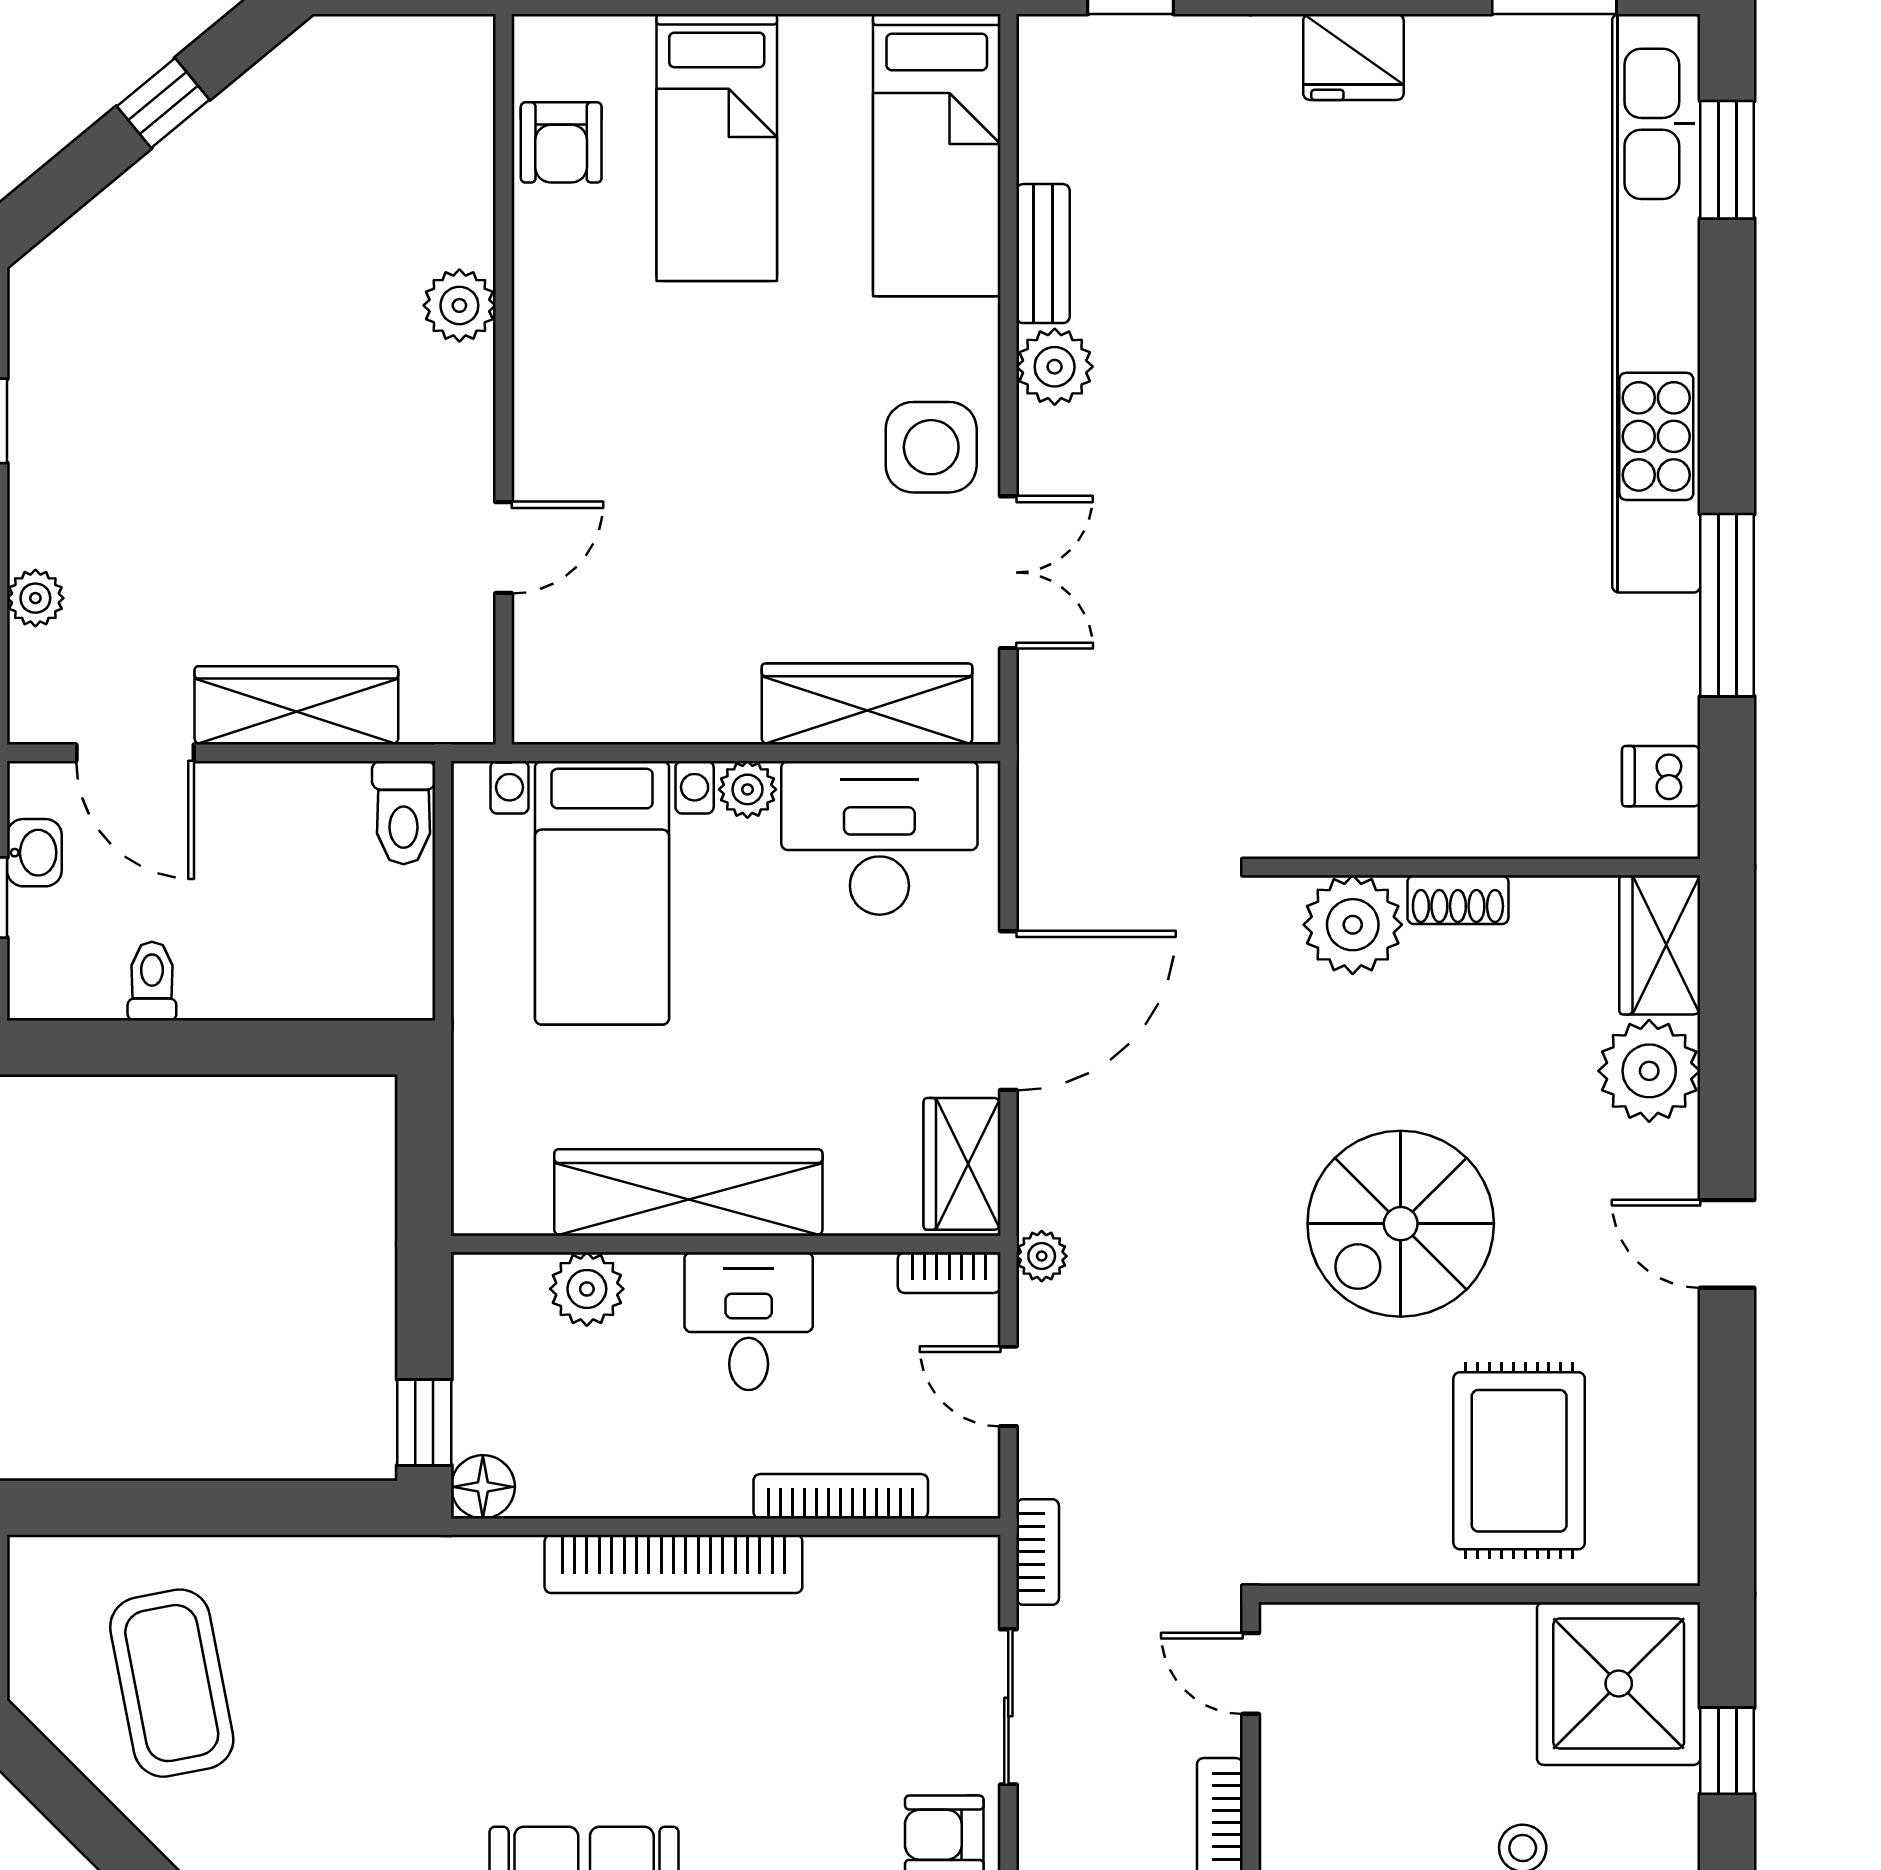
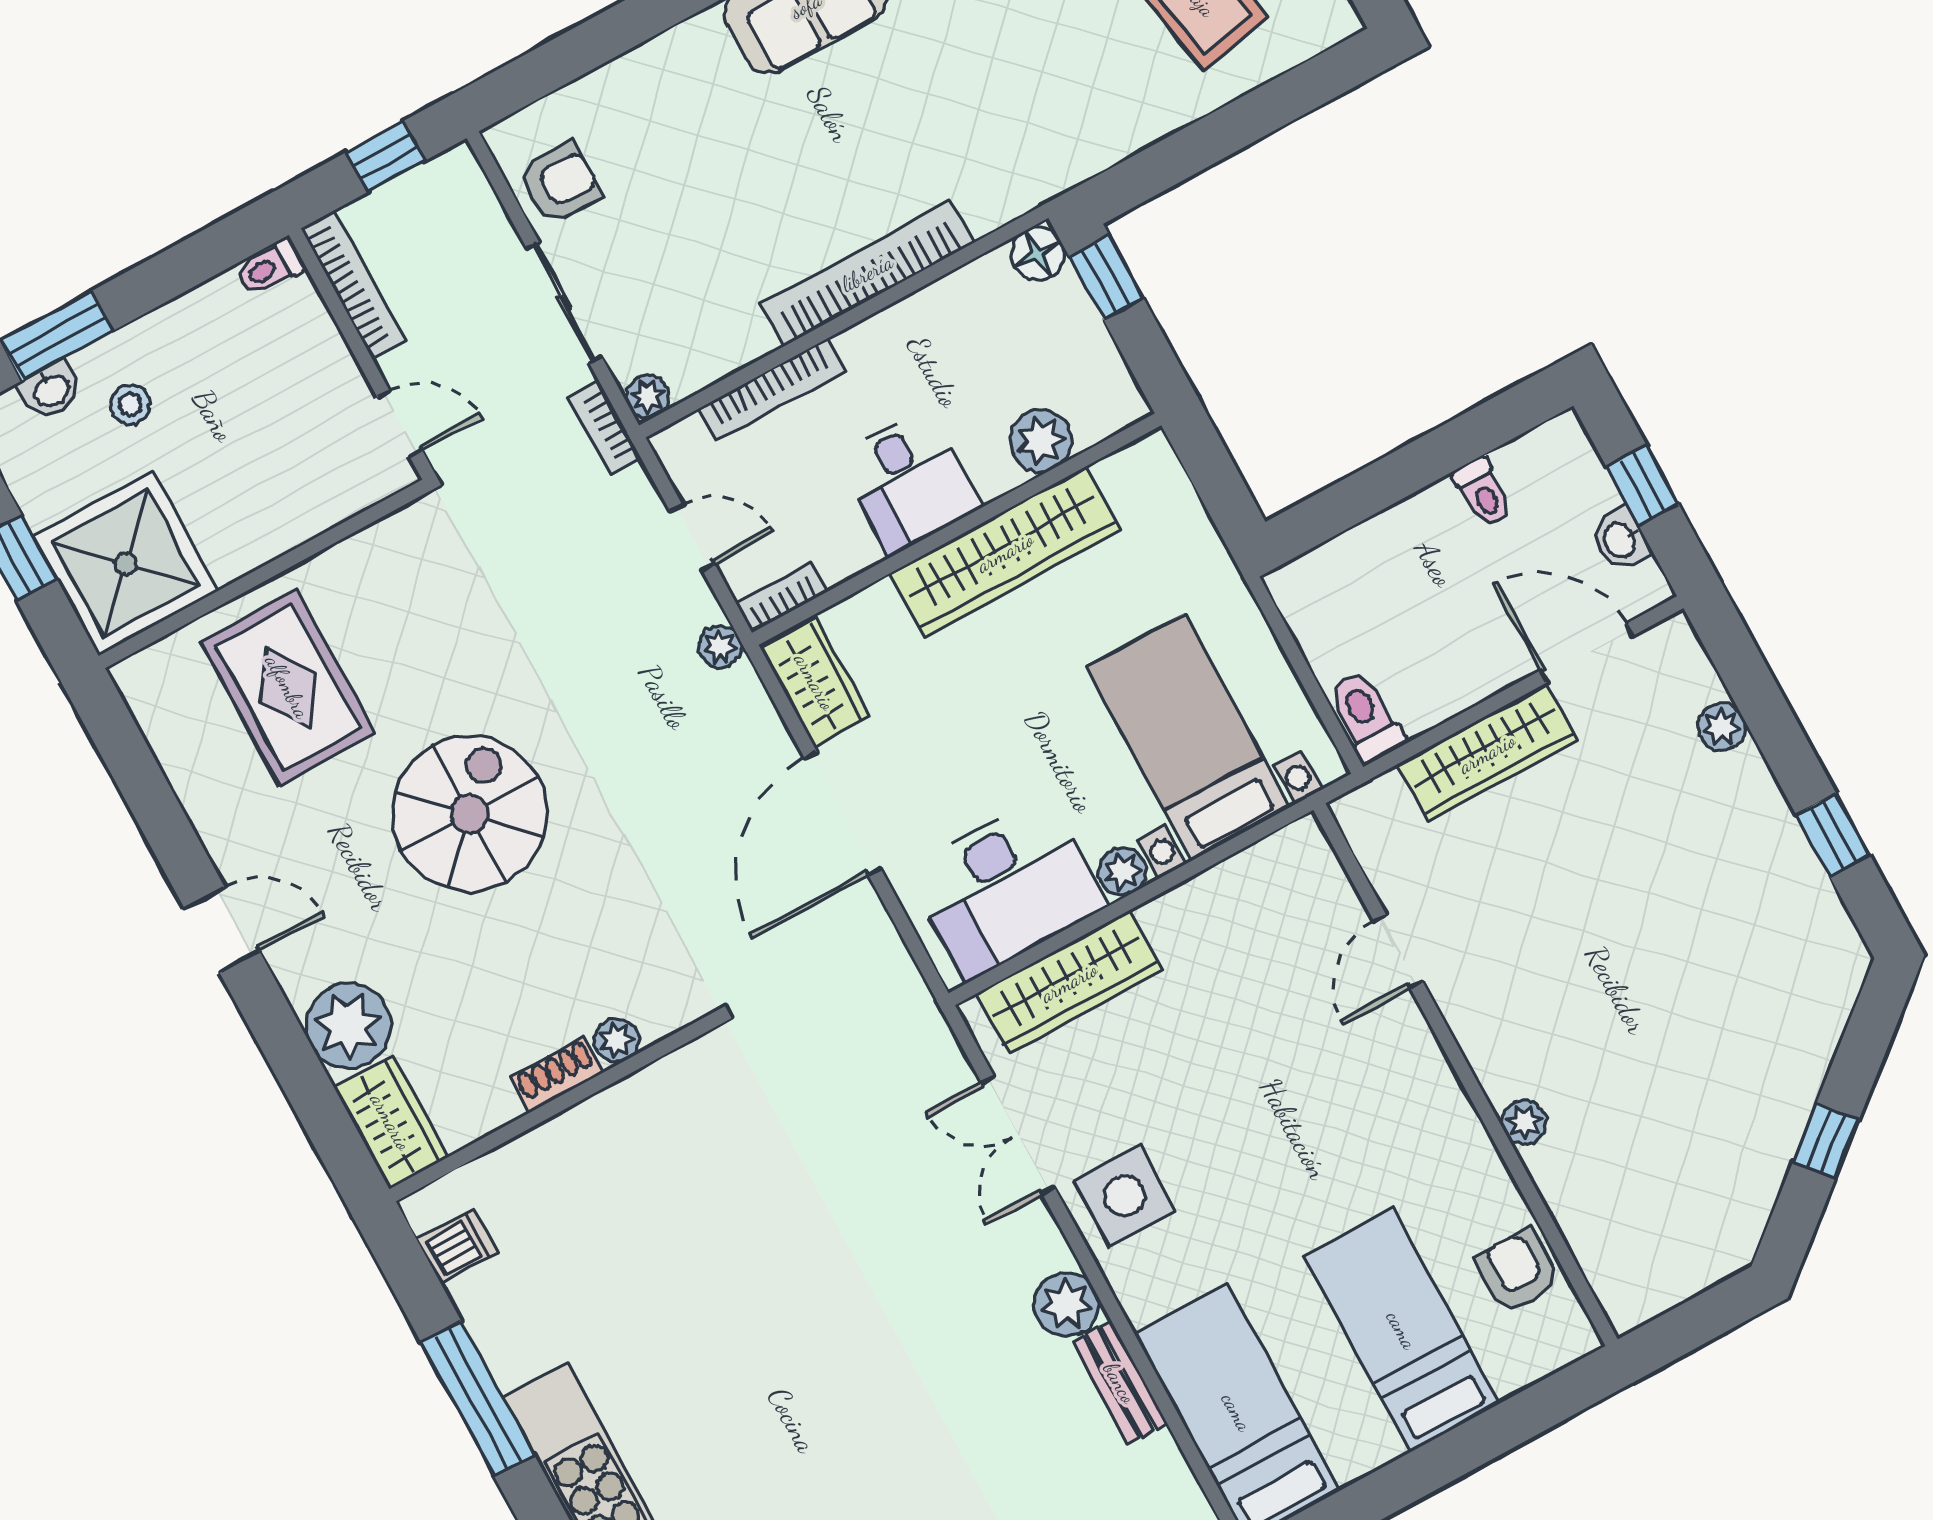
plant: (459, 305) -> (1524, 1122), width x0.73, depth x0.73
plant: (1353, 925) -> (617, 1040), width x0.53, depth x0.53
plant: (975, 1560) -> (647, 397), added

